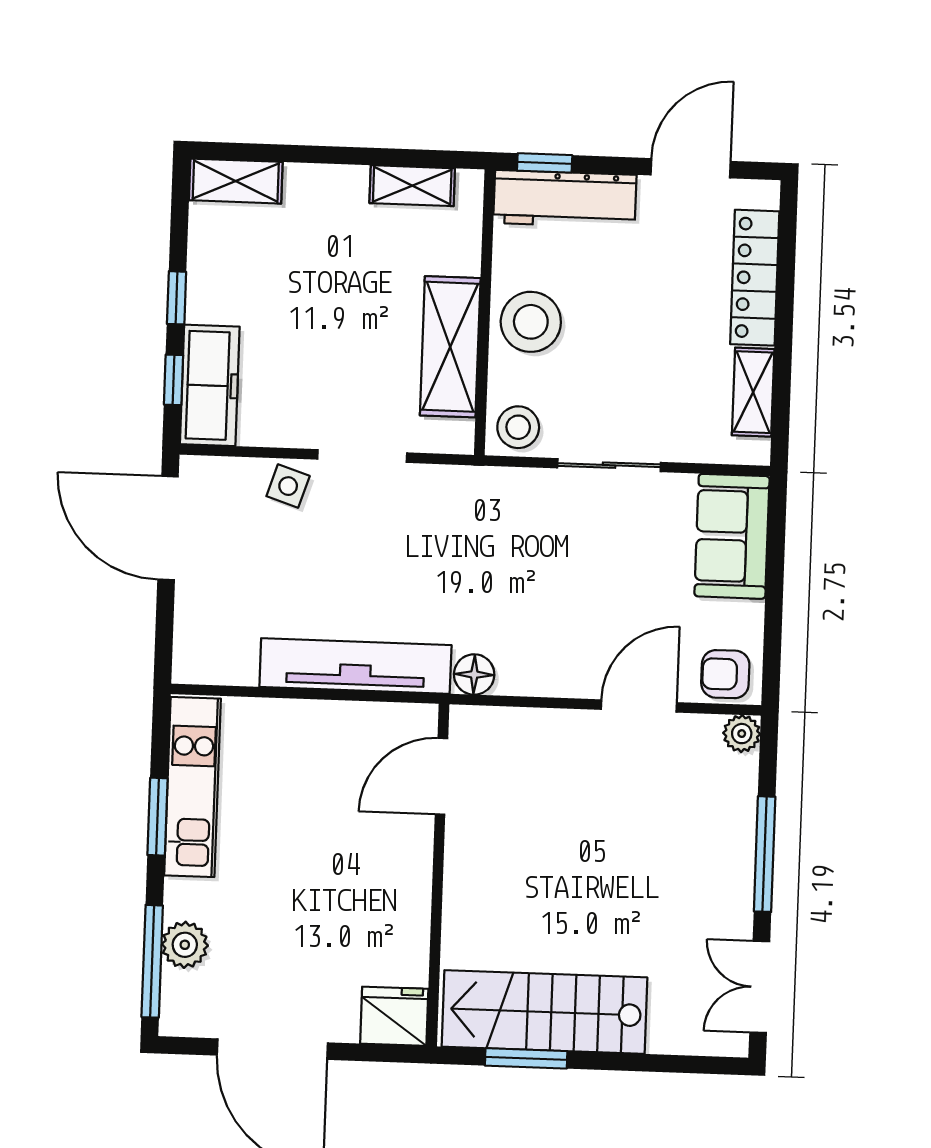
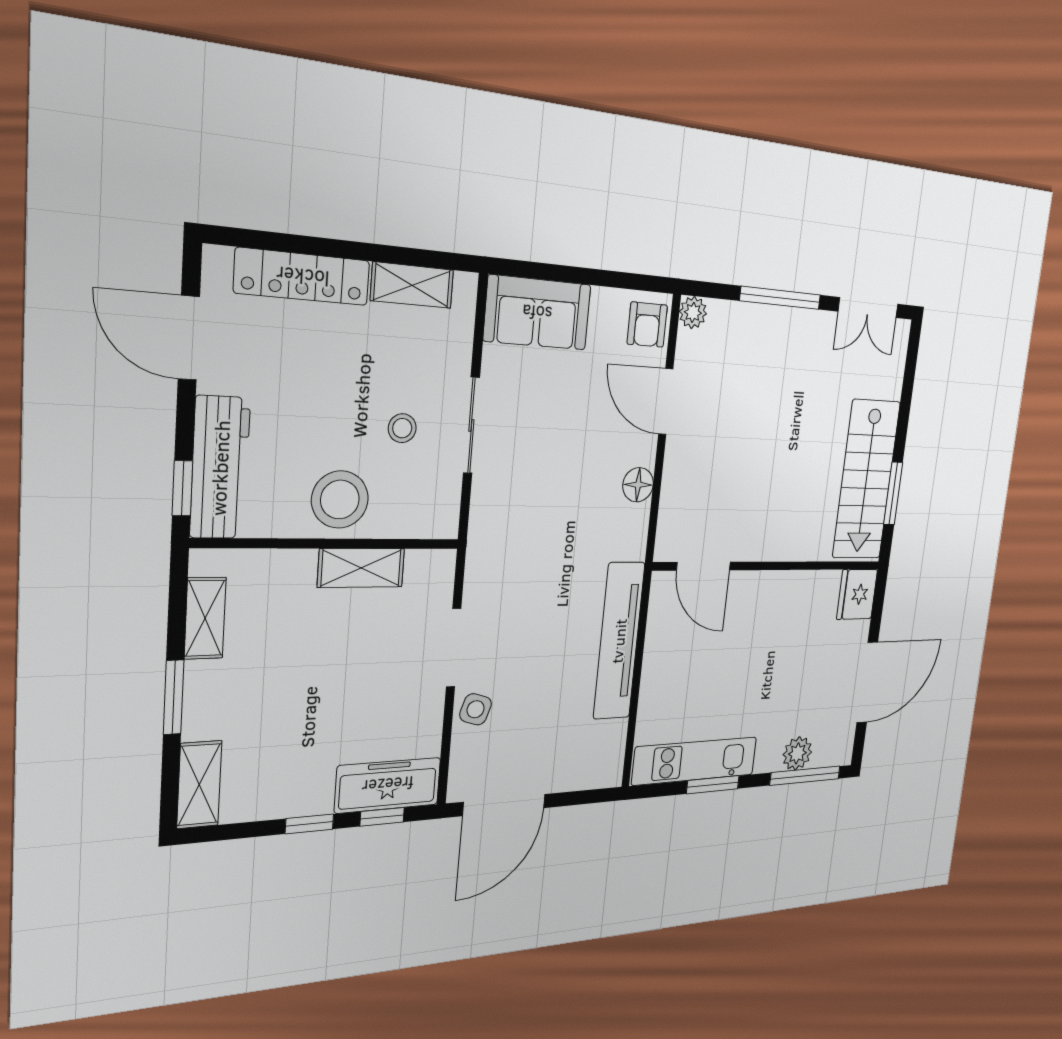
window: (332, 155) -> (174, 697), added
shelving: (450, 347) -> (361, 568), width x0.67, depth x0.75
stool: (518, 427) -> (402, 428), moved, width x0.73, depth x0.73
floor lamp: (474, 674) -> (638, 485), moved

